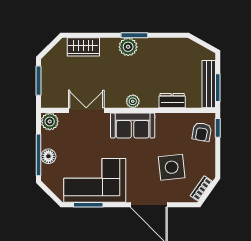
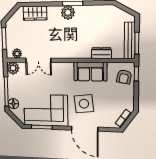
plant: (133, 101) -> (17, 54), moved
double door: (86, 110) -> (38, 60), swing flipped
sofa: (133, 125) -> (90, 72), moved
floor lamp: (48, 156) -> (13, 104), moved
side table: (172, 167) -> (84, 104), moved

